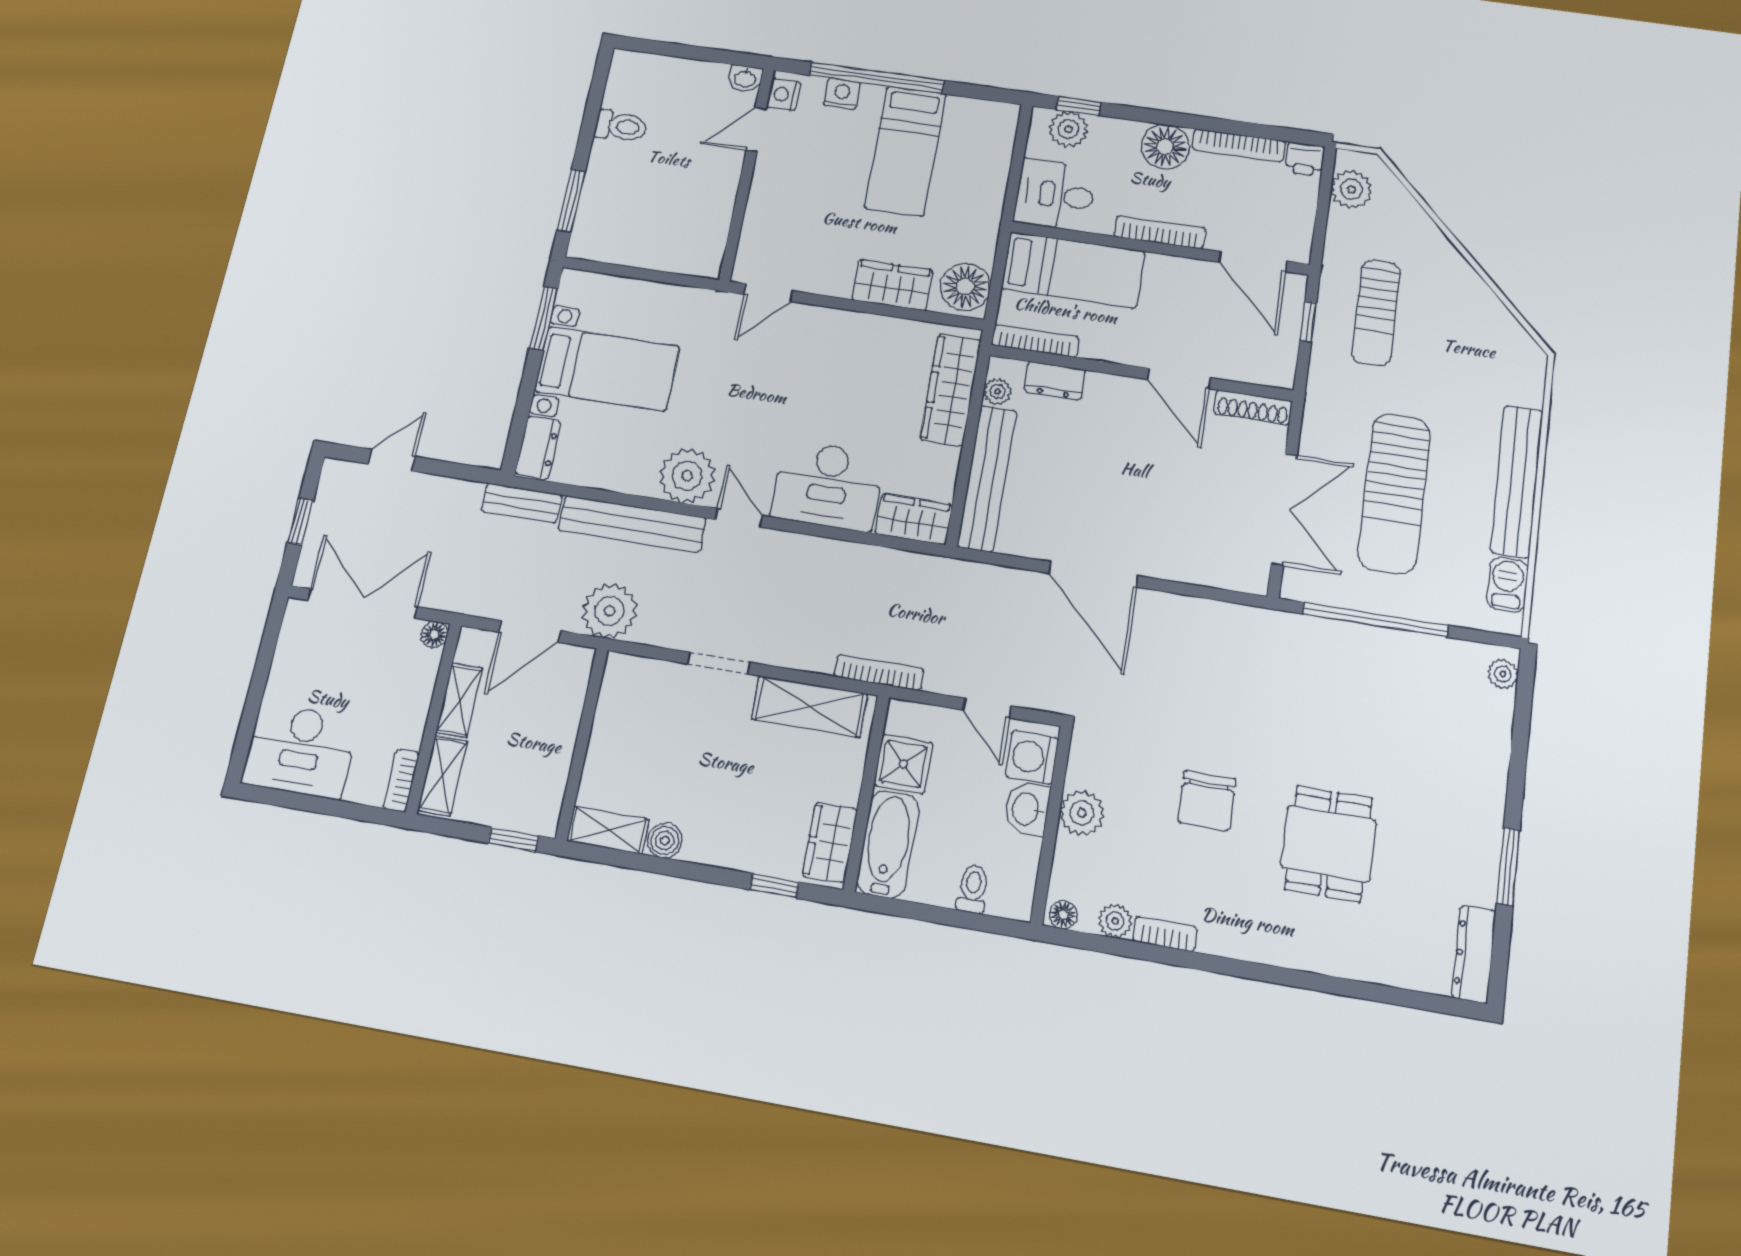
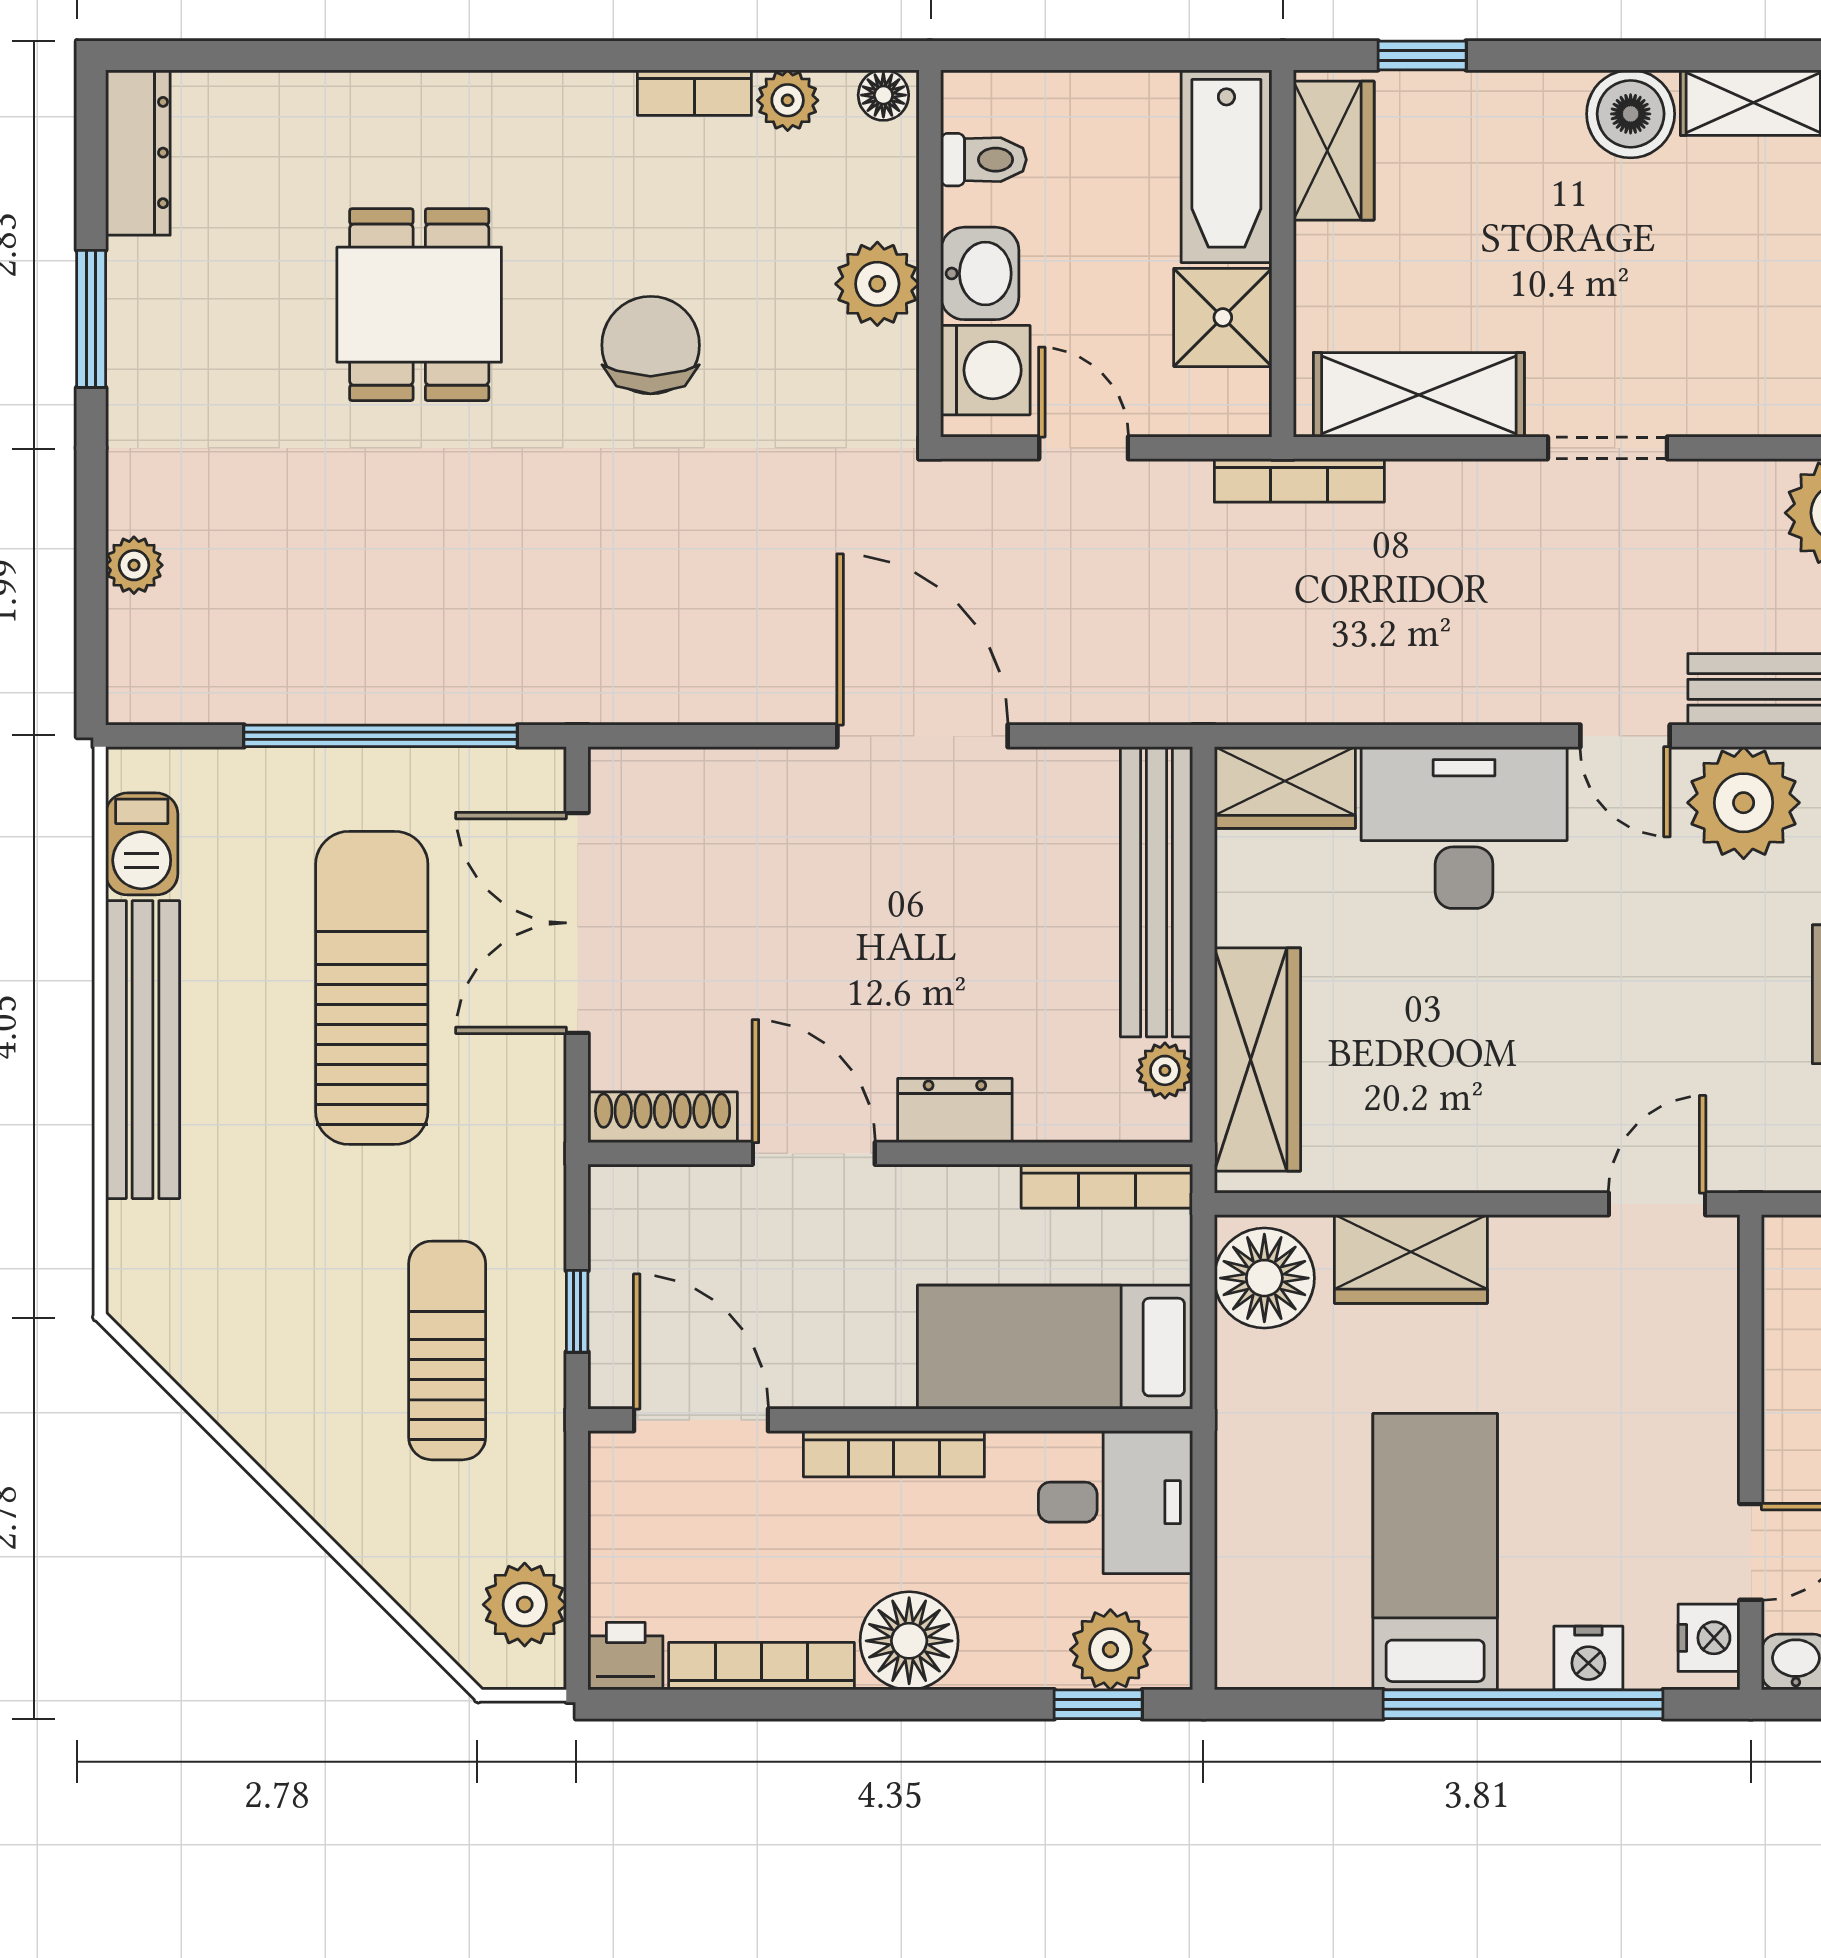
dresser: (1055, 381) -> (955, 1110), moved
plant: (1503, 674) -> (134, 565), moved
boiler: (665, 840) -> (1631, 114), width x1.36, depth x1.36
toilet: (973, 889) -> (984, 160), moved, turned -90

